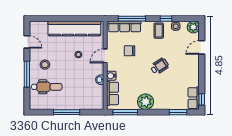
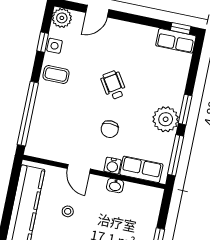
window: (132, 19) -> (28, 114), width x1.46
window: (166, 19) -> (43, 42), moved
row of seats: (125, 27) -> (38, 128), removed
door: (202, 47) -> (97, 11), hinge flipped
chair: (130, 51) -> (110, 129), moved
window: (178, 112) -> (185, 110), moved

